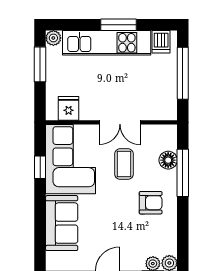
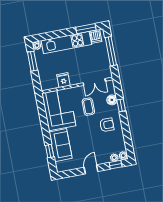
window: (118, 25) -> (86, 29), moved
fridge: (69, 108) -> (63, 80), moved
double door: (120, 122) -> (94, 82), moved
window: (40, 167) -> (50, 151), moved
window: (183, 173) -> (121, 105), width x0.46

